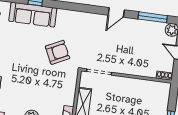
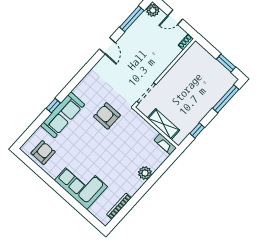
armchair: (57, 52) -> (107, 116), turned -64

